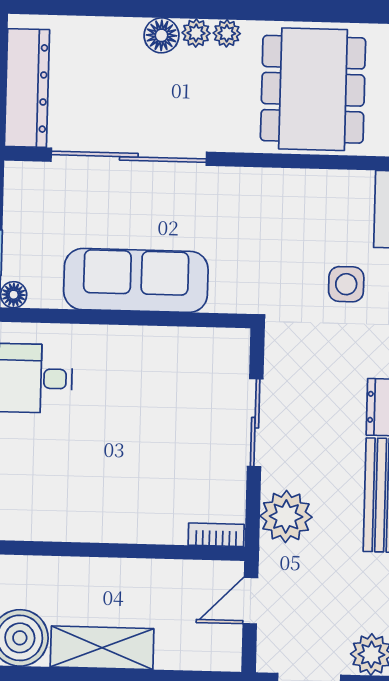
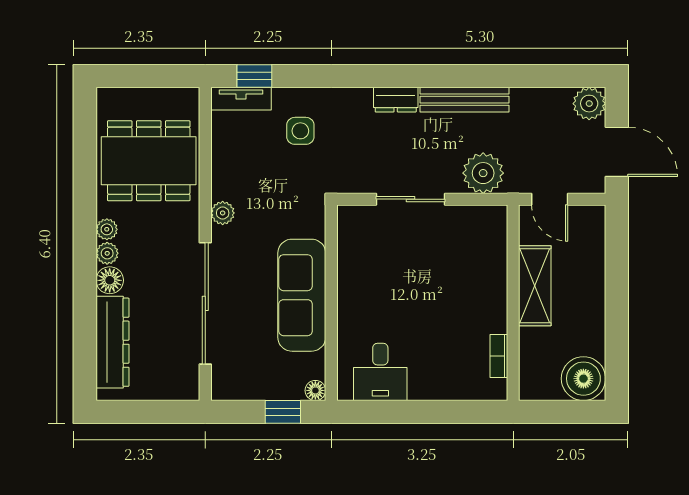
dresser: (27, 88) -> (113, 342), moved, turned 90
plant: (244, 182) -> (223, 213), added
bookcase: (216, 535) -> (499, 356), moved
shelving: (102, 648) -> (535, 286), moved

